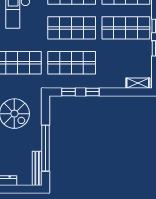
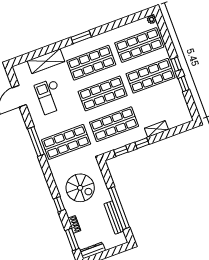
shelving: (138, 83) -> (156, 129), moved
bench: (37, 168) -> (114, 217), moved

